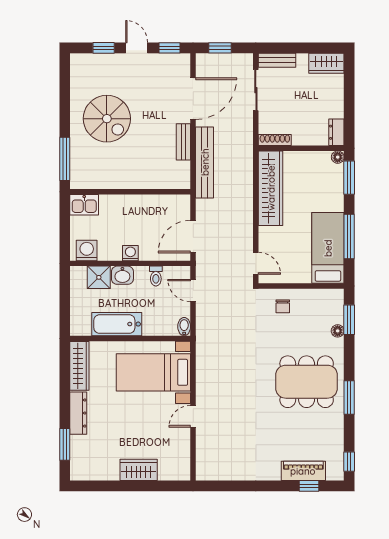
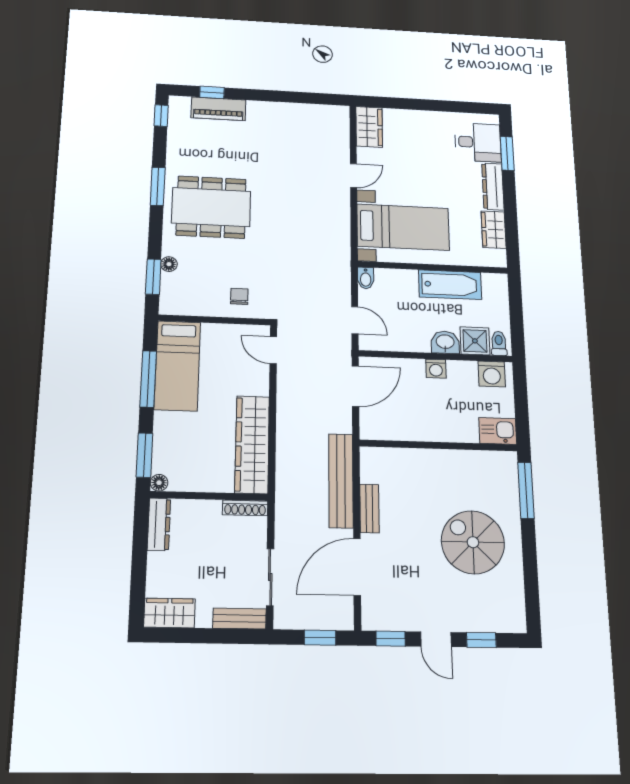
dresser: (336, 132) -> (159, 524), width x1.44
toilet: (156, 276) -> (499, 343), moved
wardrobe: (79, 366) -> (494, 230), width x0.67
desk: (89, 453) -> (478, 142), added
wardrobe: (139, 470) -> (369, 127), moved, turned -90

